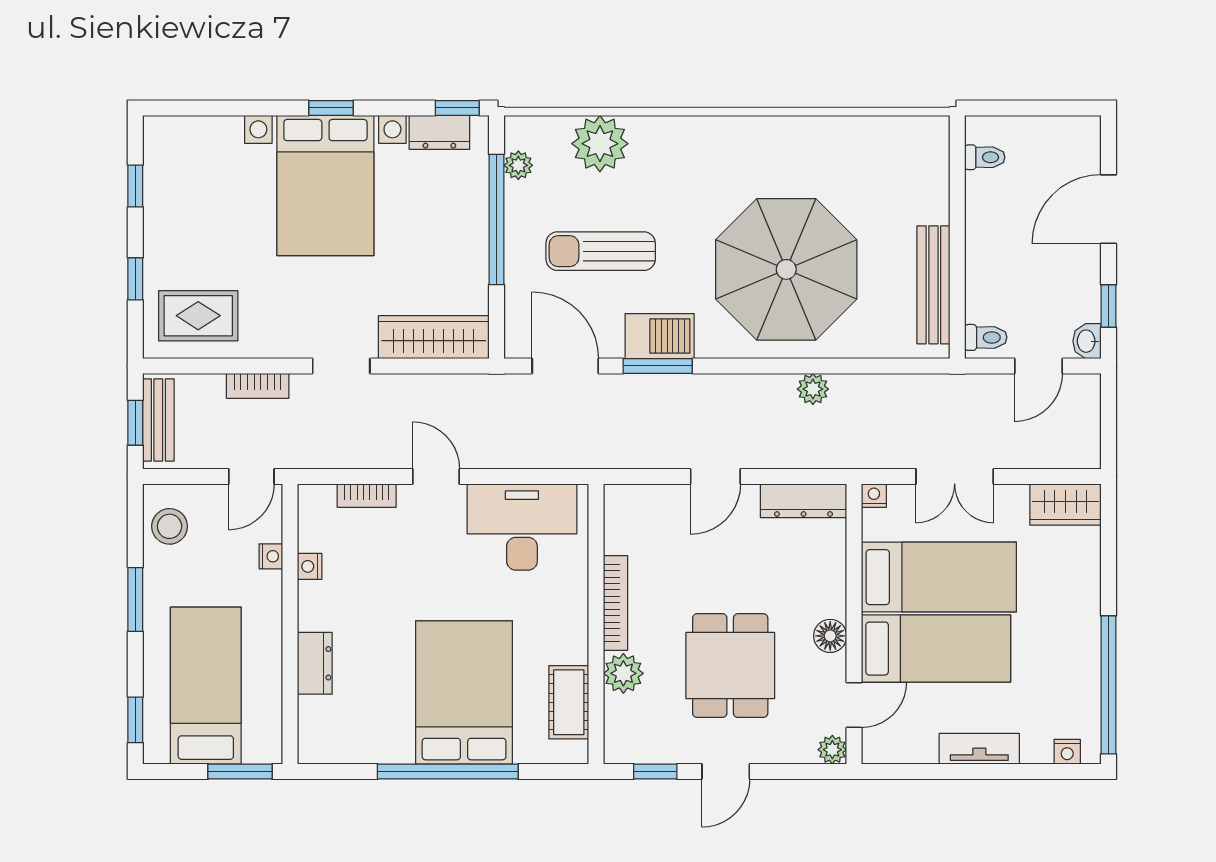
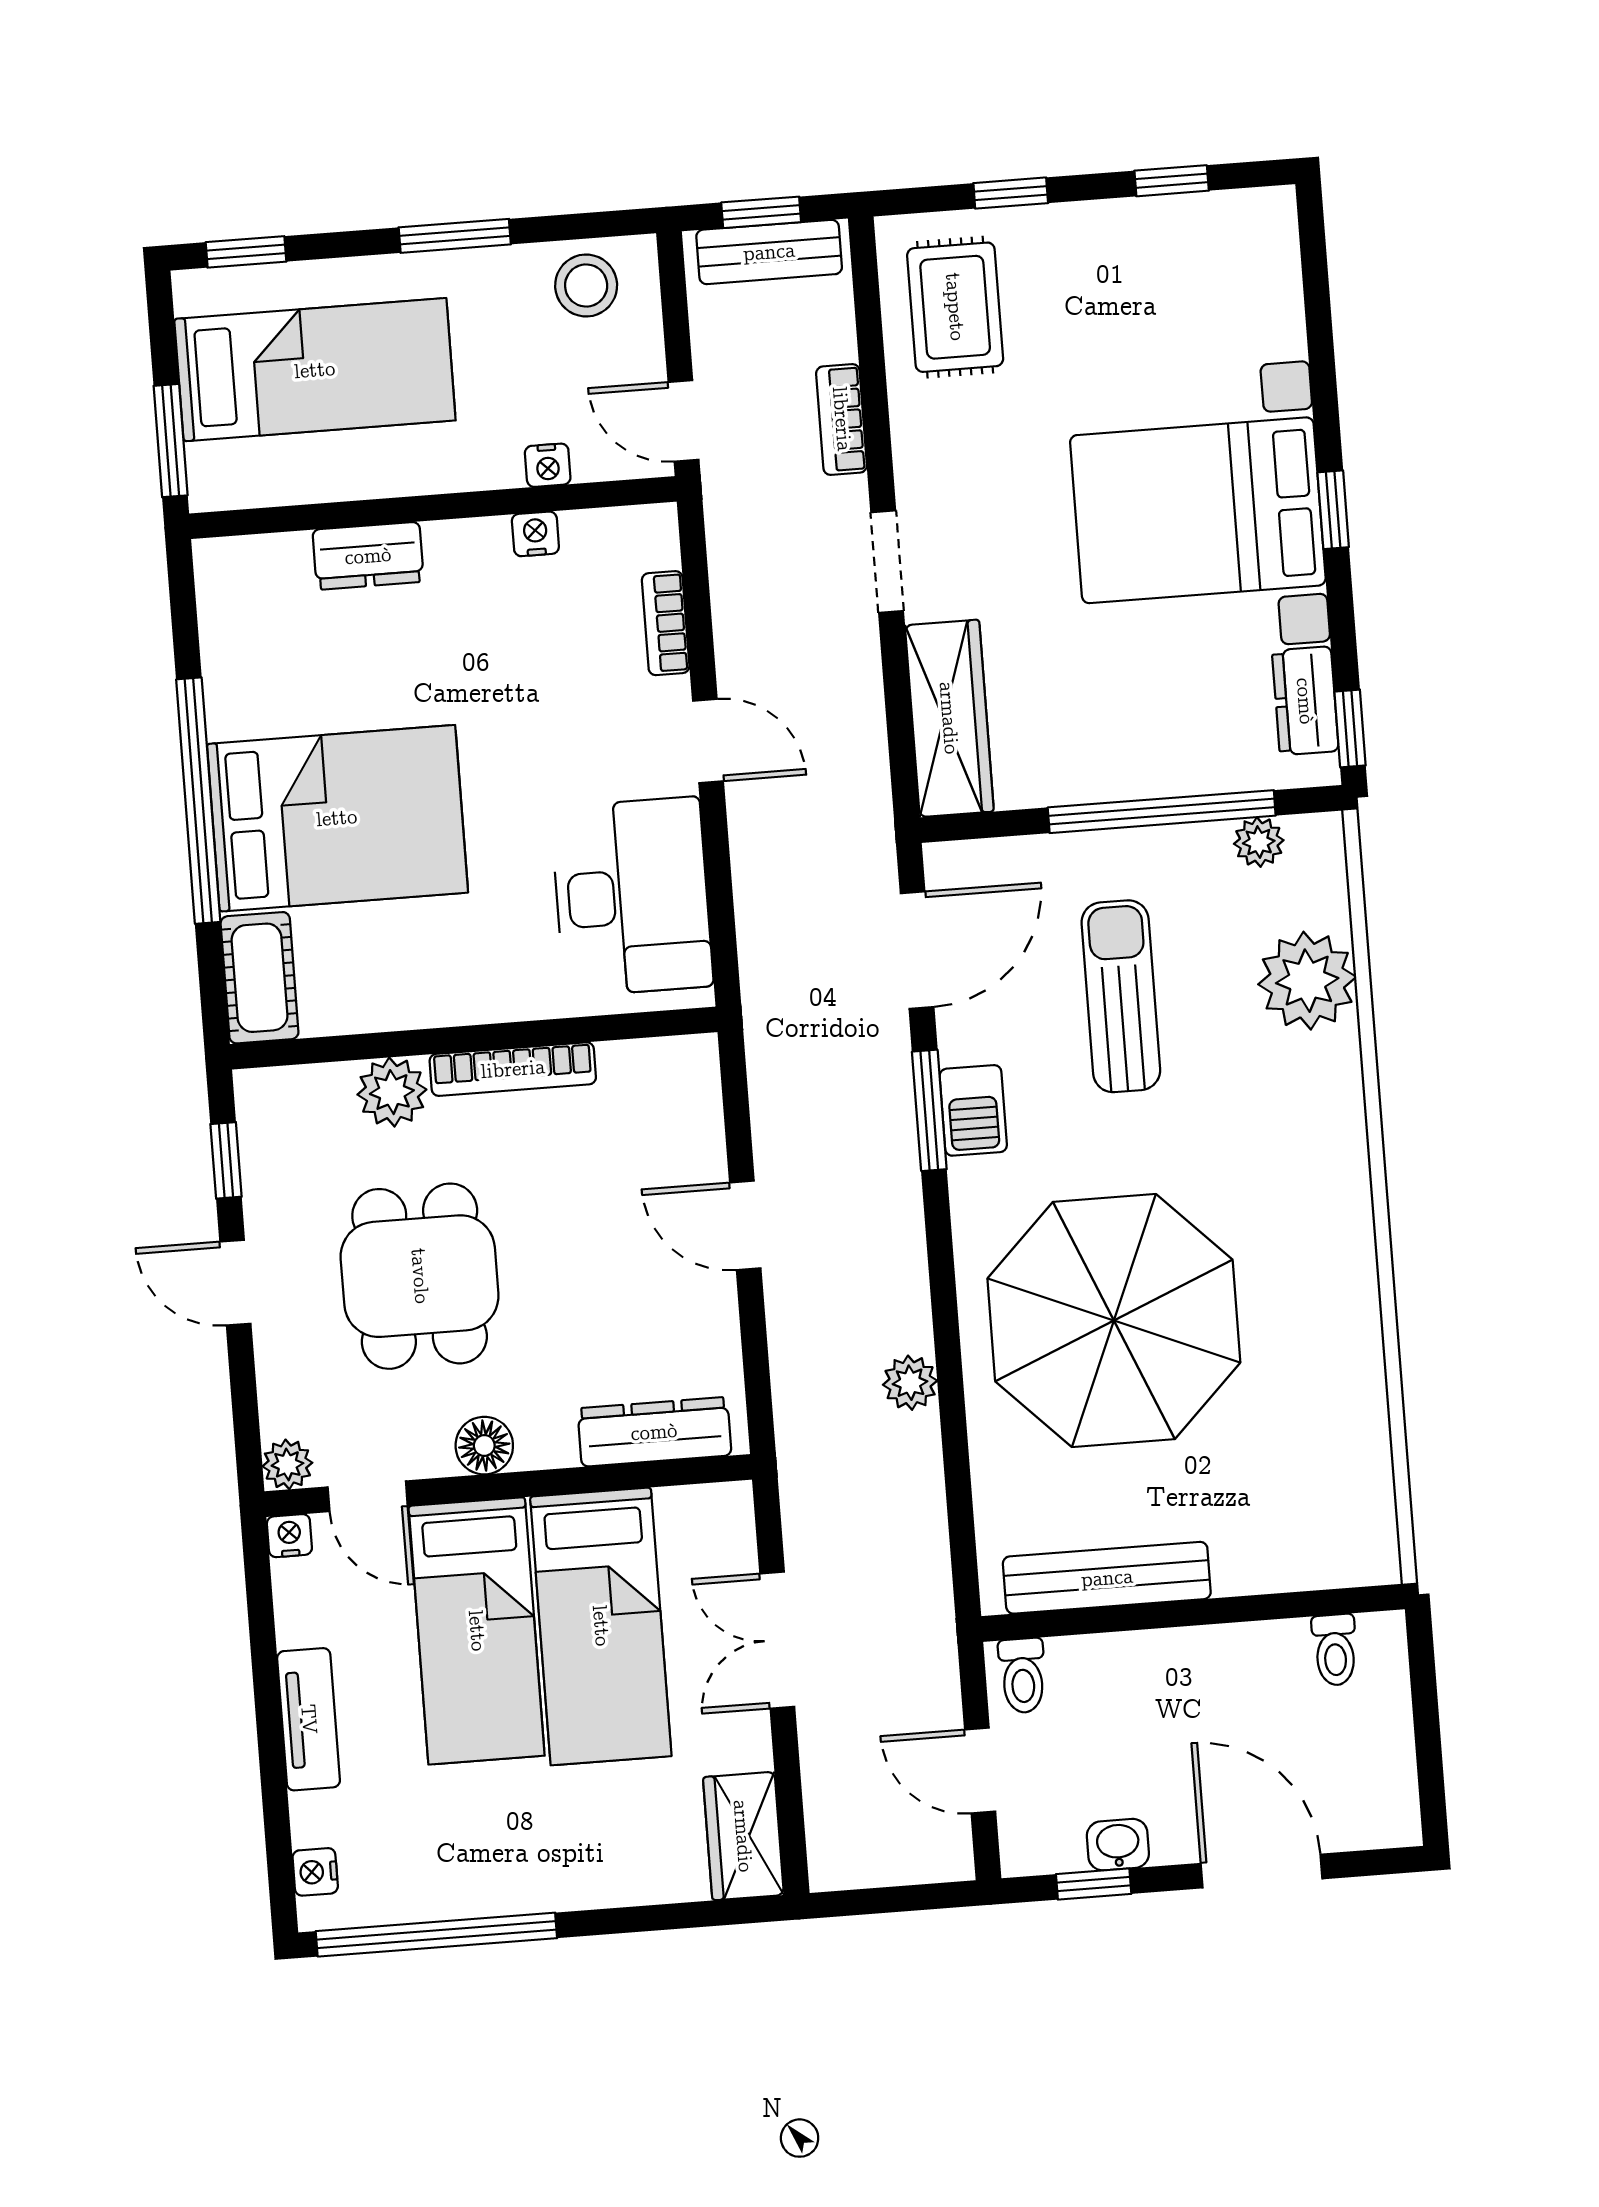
barbecue: (660, 336) -> (973, 1110), width x0.73, depth x0.79
washbasin: (1087, 341) -> (1118, 1845), moved
door: (436, 477) -> (708, 741), hinge flipped
nightstand: (874, 496) -> (289, 1536), moved, turned -90
dresser: (804, 501) -> (654, 1432), moved, turned 90
dining table: (730, 666) -> (420, 1276), turned 90
cot: (569, 702) -> (260, 978), moved, turned 90

